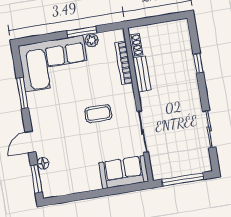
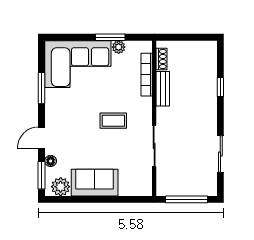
sofa: (124, 172) -> (95, 183), moved
plant: (57, 187) -> (61, 187), added

